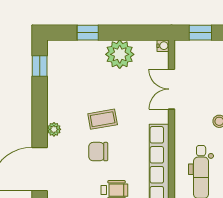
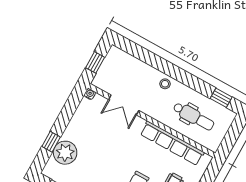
plant: (120, 54) -> (65, 153), moved
coffee table: (103, 119) -> (118, 165), removed

